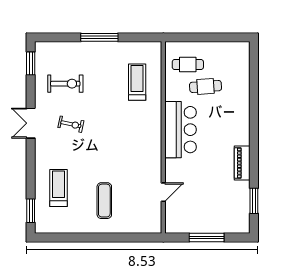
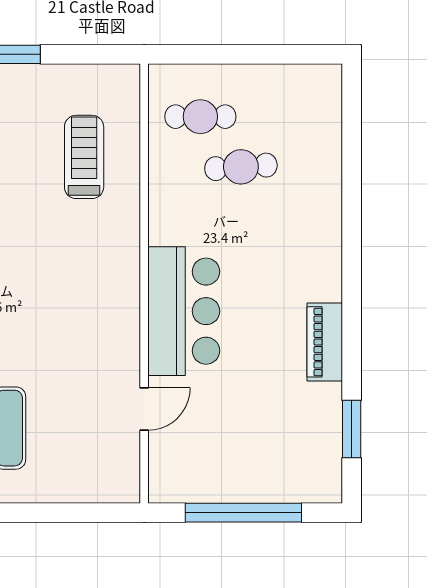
bar counter: (181, 130) -> (184, 311), moved
window: (207, 237) -> (243, 513), width x1.46

